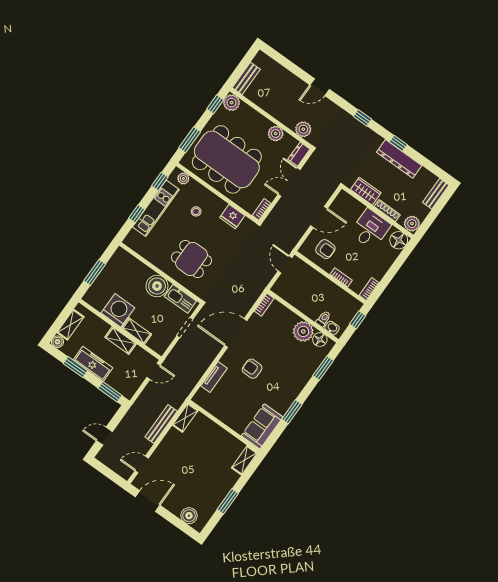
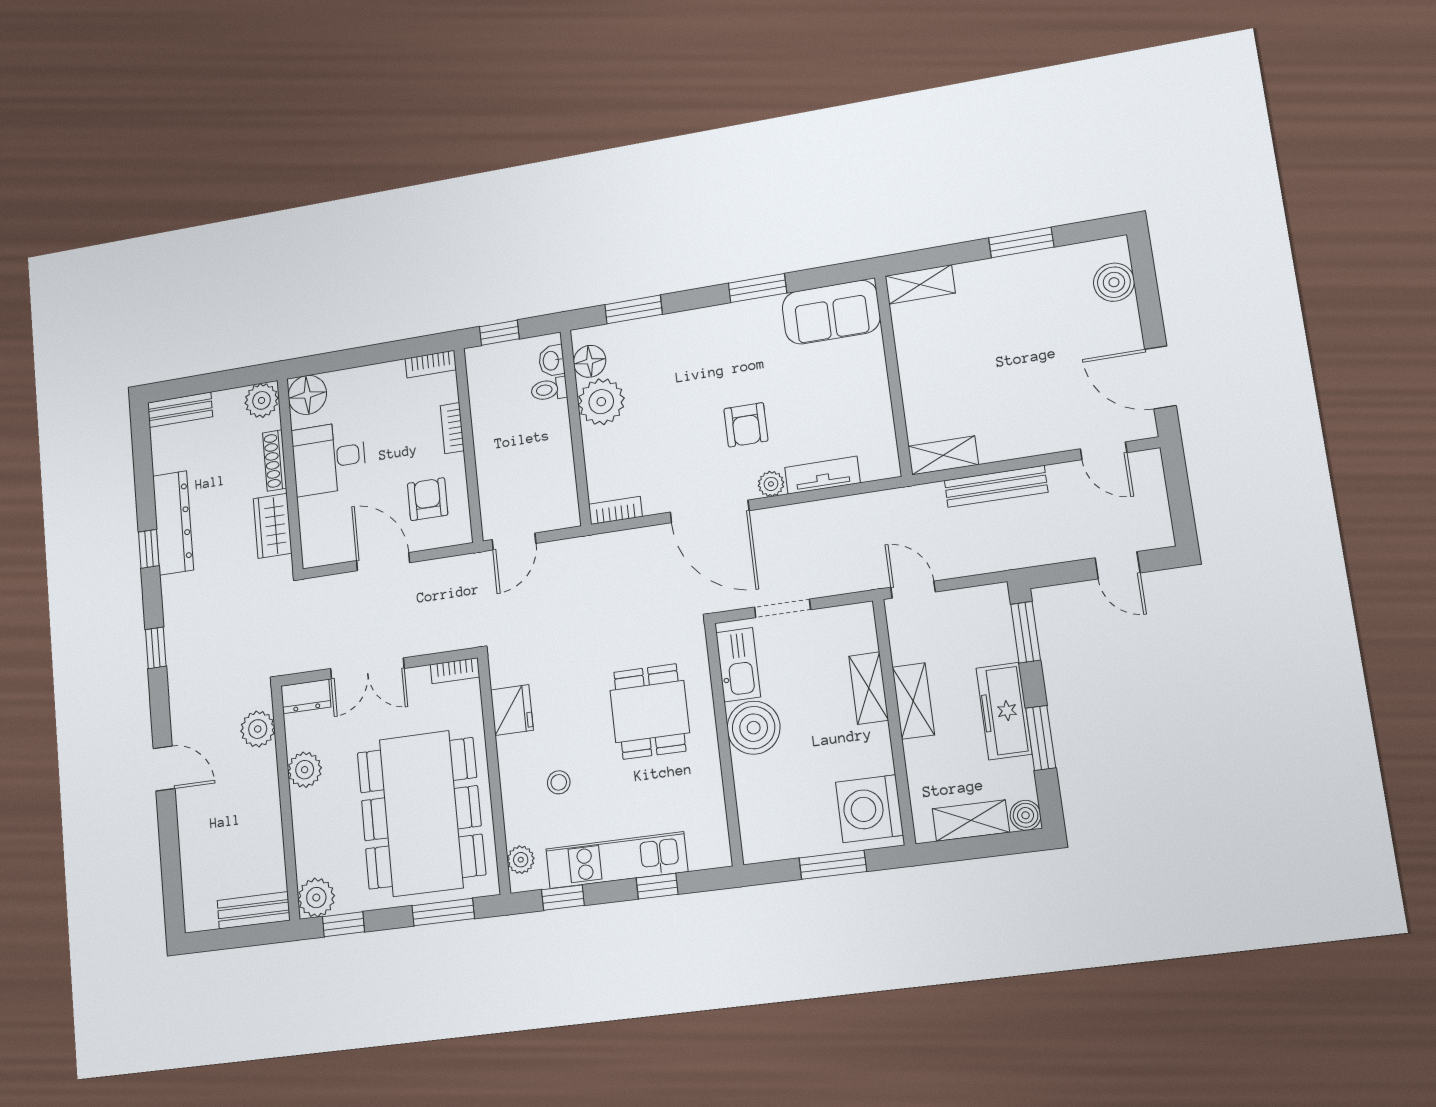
washing machine: (118, 310) -> (869, 809), moved
plant: (226, 359) -> (771, 484), added

